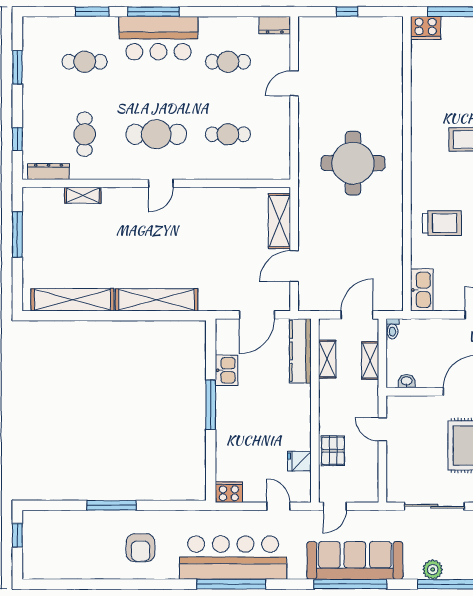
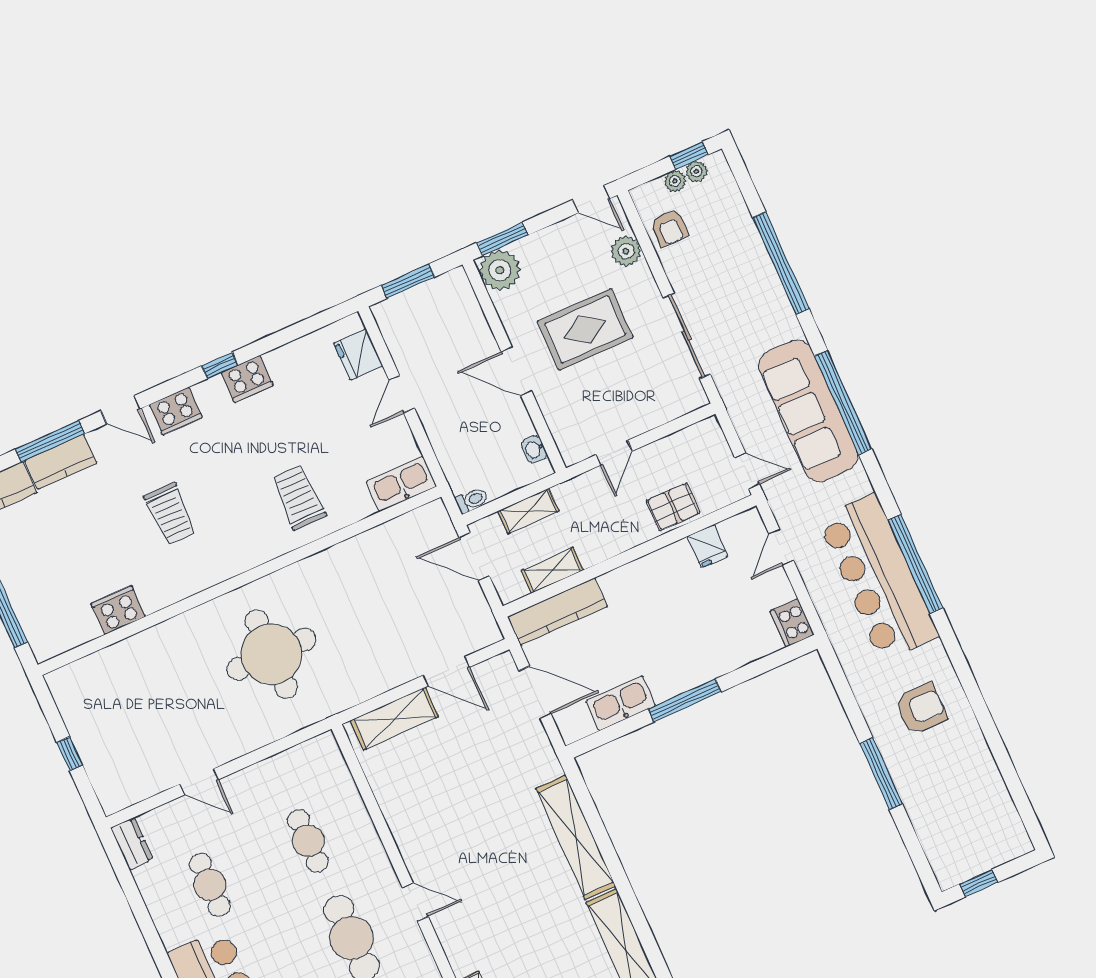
cooker: (426, 28) -> (118, 610), moved, turned -90
kitchen sink: (226, 370) -> (621, 703), width x1.38
plant: (433, 570) -> (773, 300), removed

